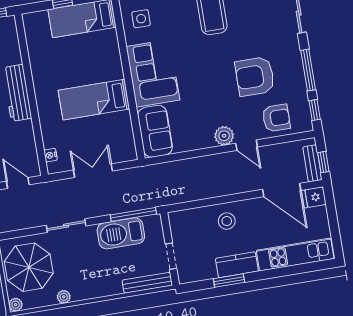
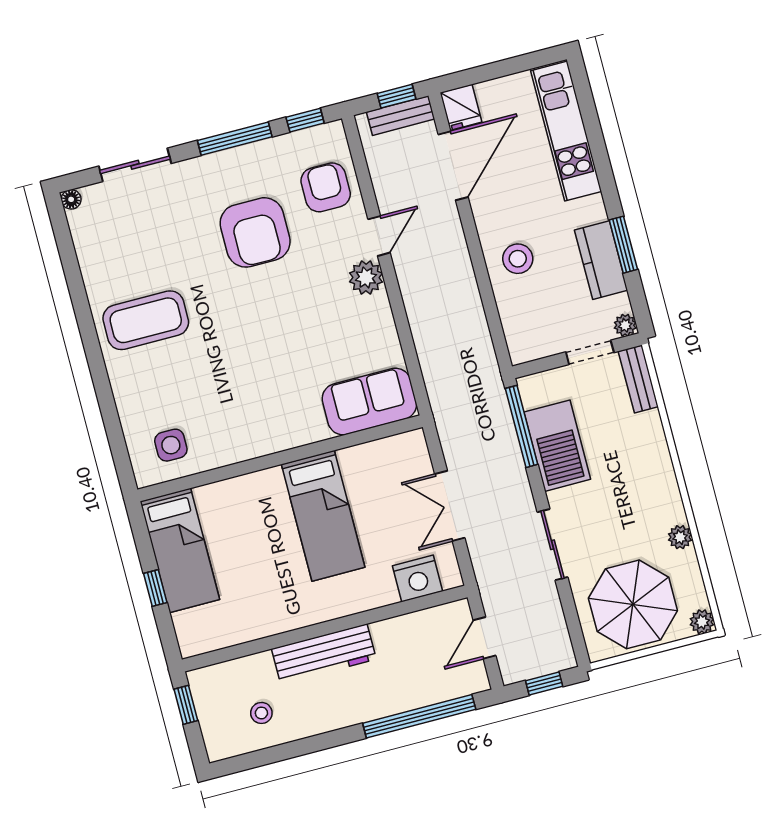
corner sofa: (153, 73) -> (266, 415), removed
nightstand: (51, 155) -> (418, 578), width x1.89, depth x1.79
kitchen counter: (237, 265) -> (601, 260), moved
plant: (184, 277) -> (625, 325), added
bench: (147, 283) -> (638, 379), width x0.73

